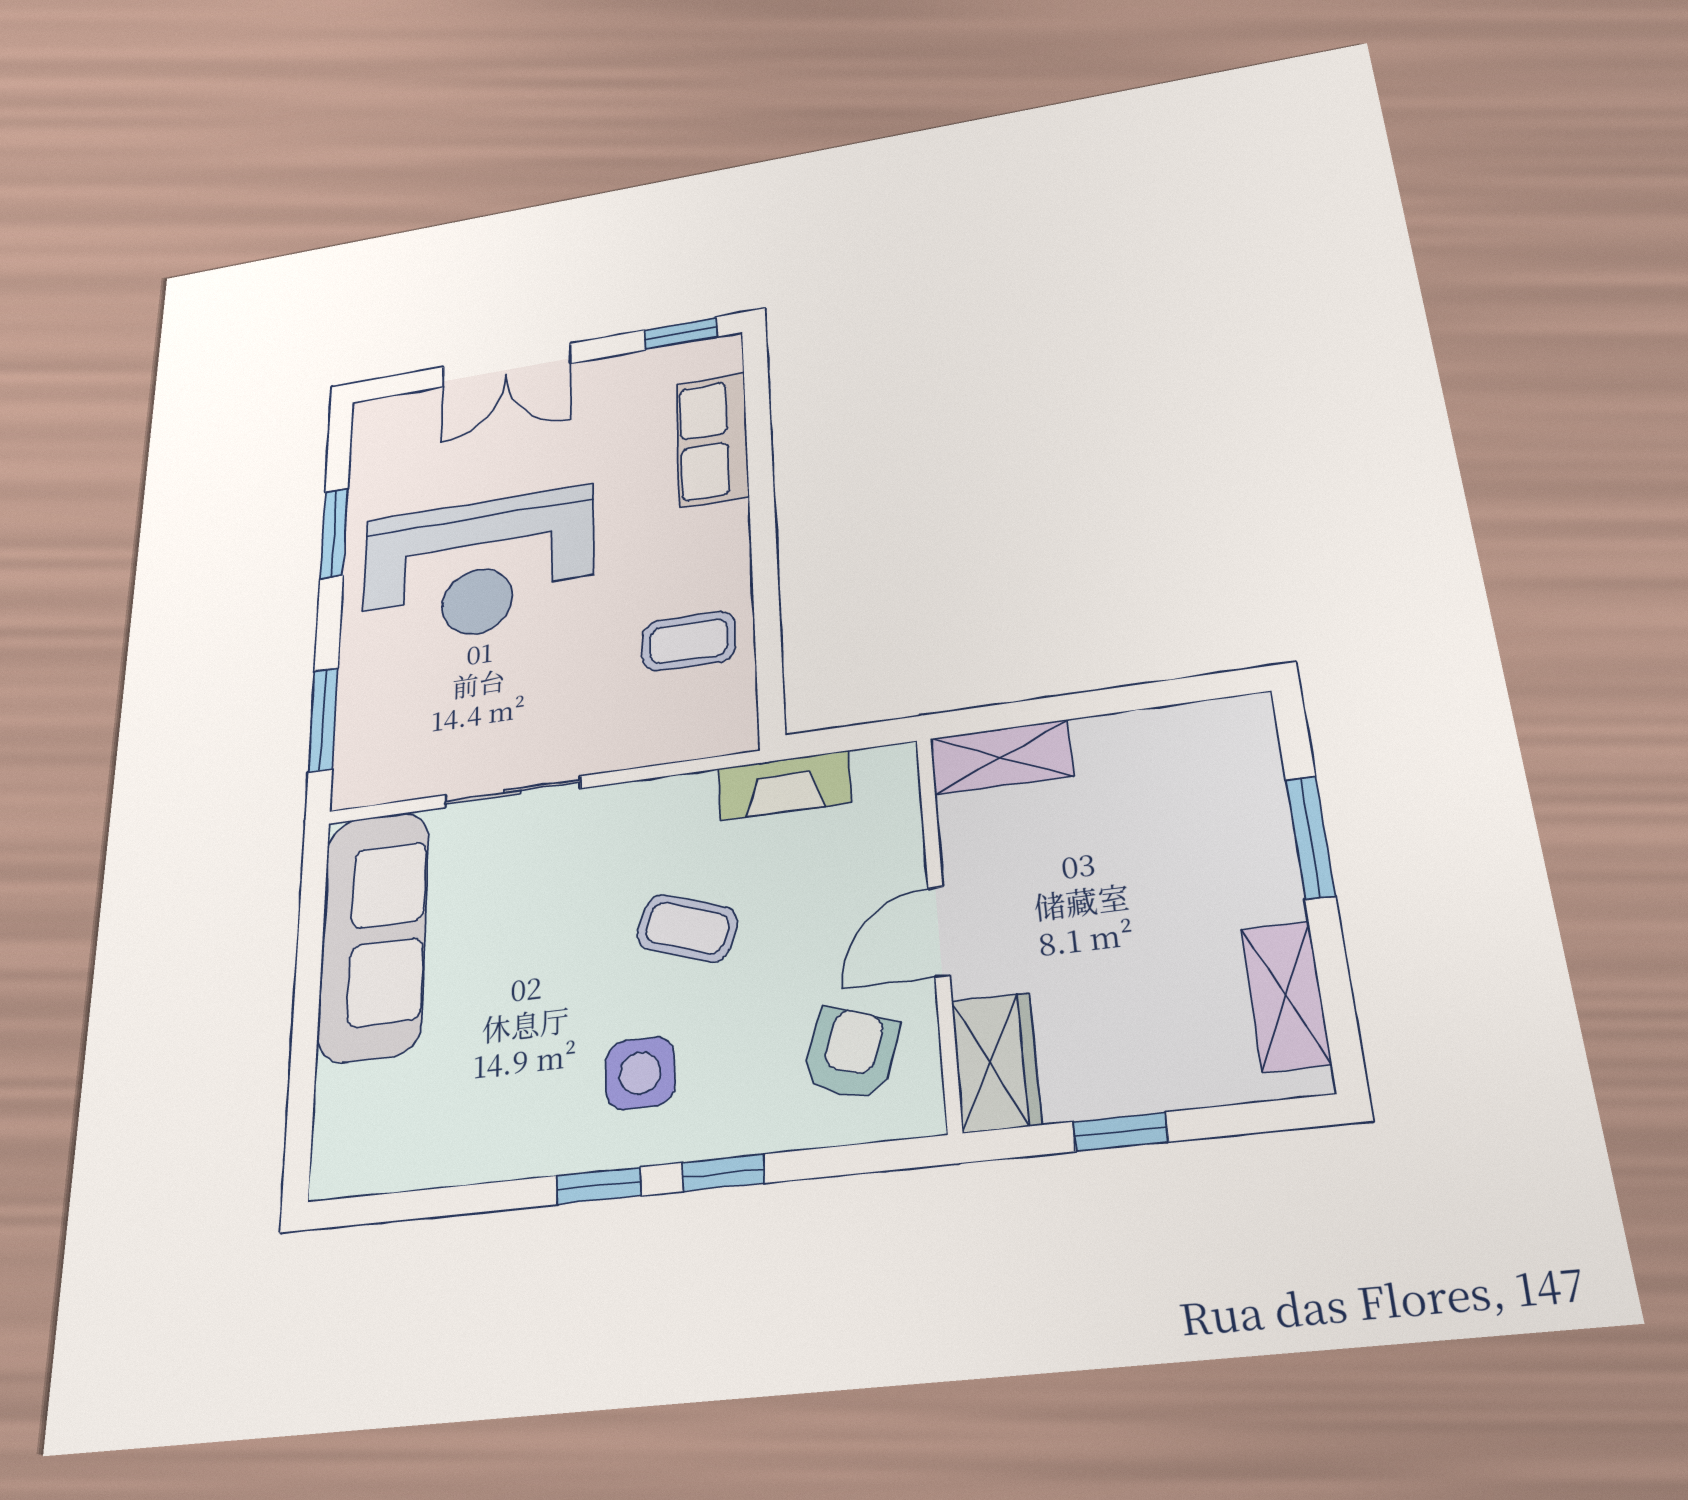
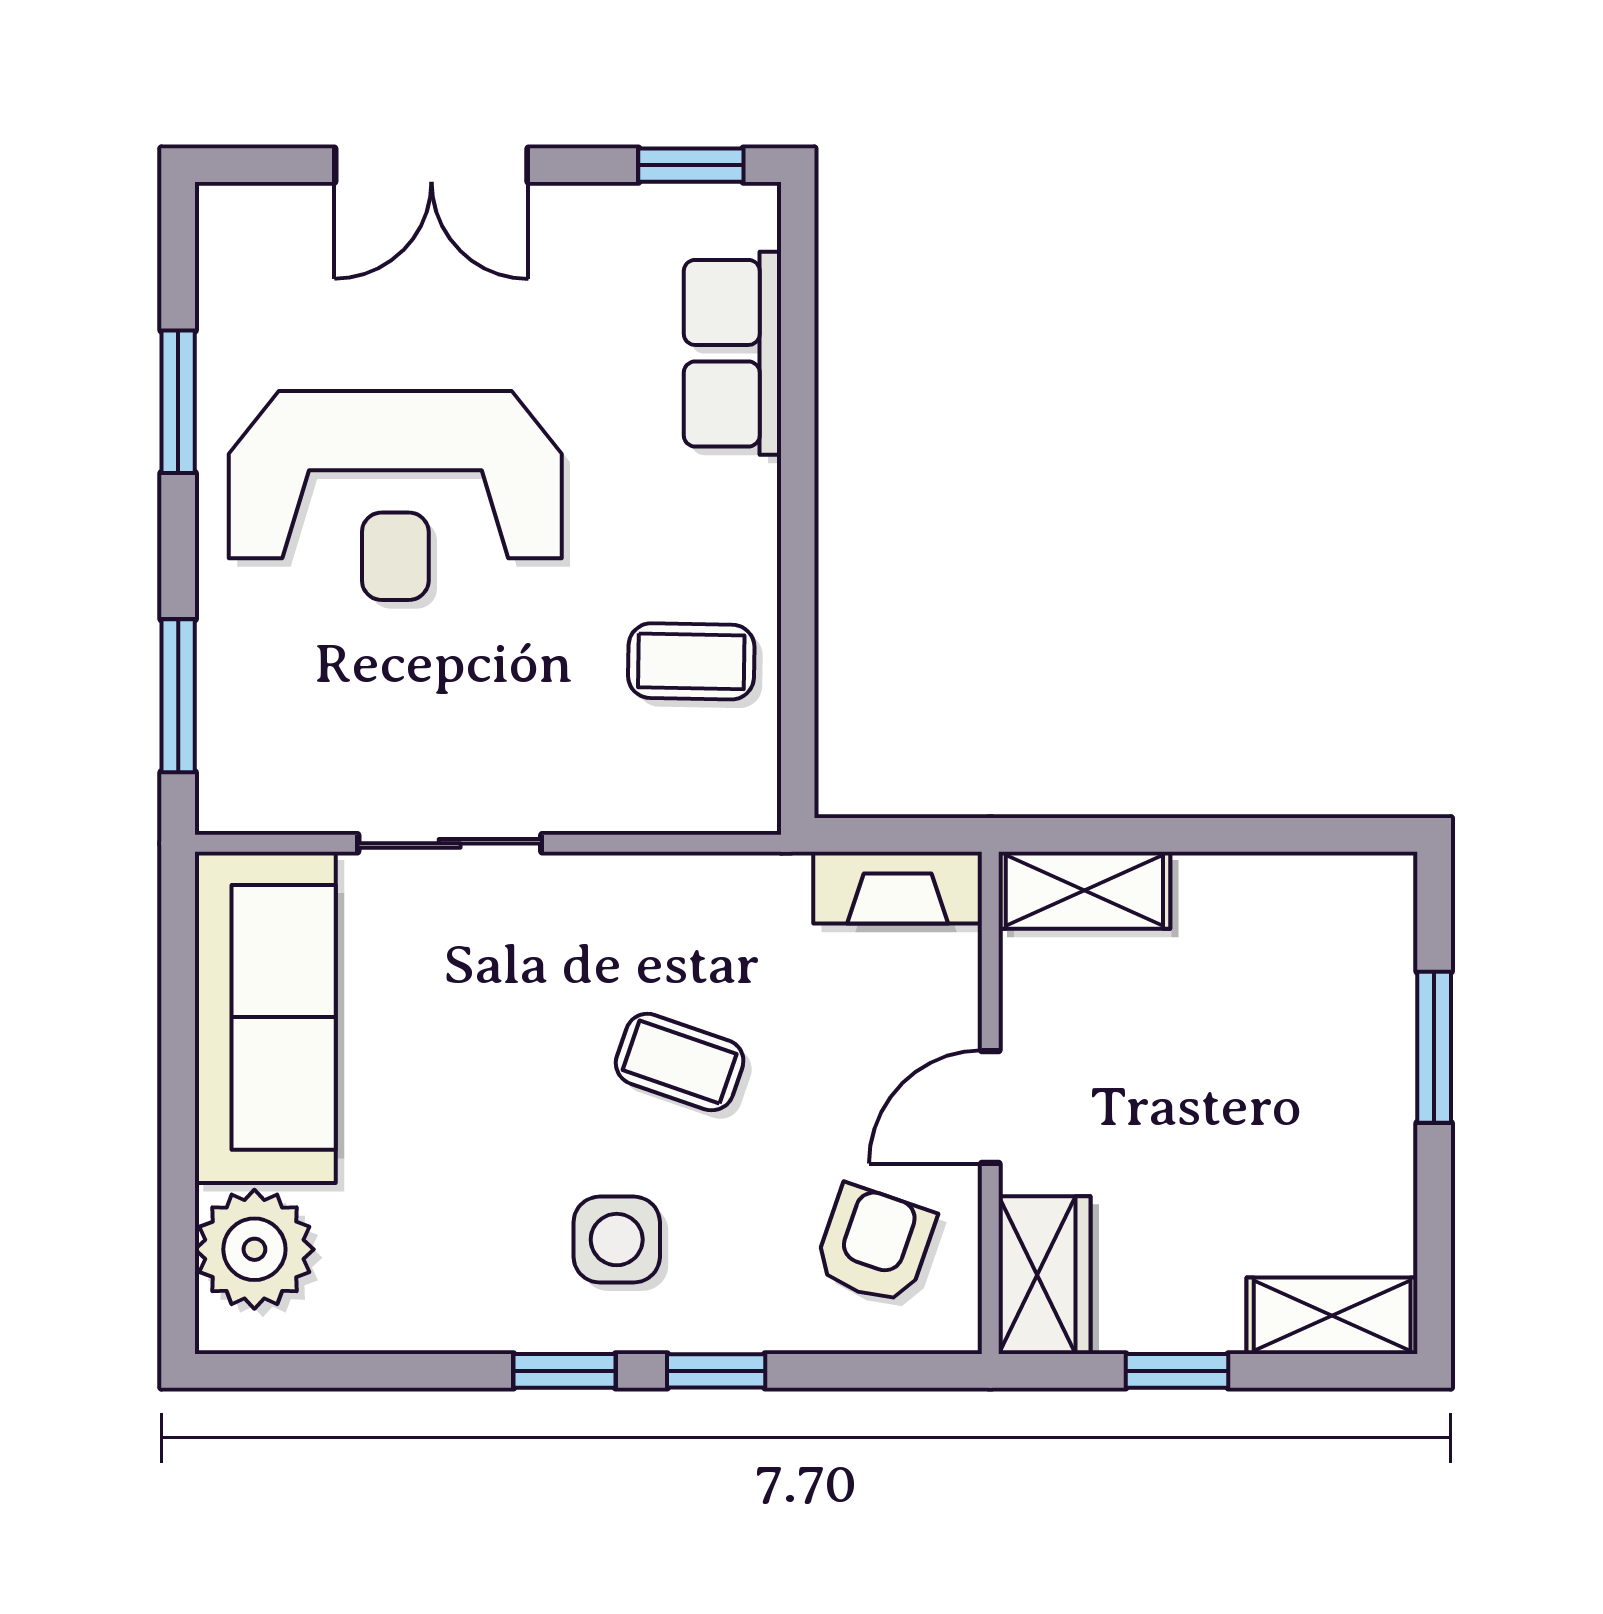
fireplace: (784, 785) -> (898, 888), moved
shelving: (1286, 996) -> (1332, 1316), moved, turned 90
plant: (357, 1113) -> (254, 1249), added

